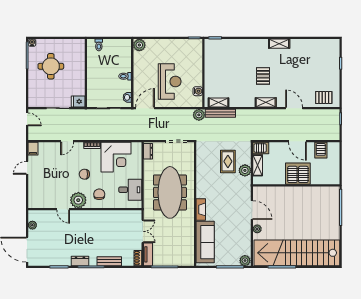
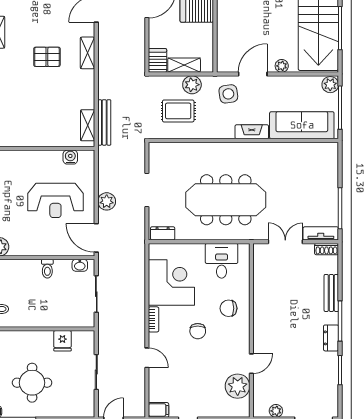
reception desk: (170, 82) -> (55, 200), turned 180
fridge: (78, 101) -> (62, 341), moved
plant: (199, 115) -> (107, 201), moved
side table: (239, 194) -> (228, 94), added
plant: (78, 200) -> (238, 386), moved
wall: (195, 204) -> (243, 140), moved
fireplace: (201, 209) -> (252, 132), moved
sofa: (205, 242) -> (302, 125), moved

